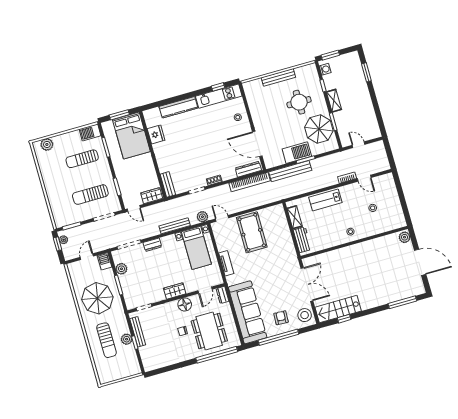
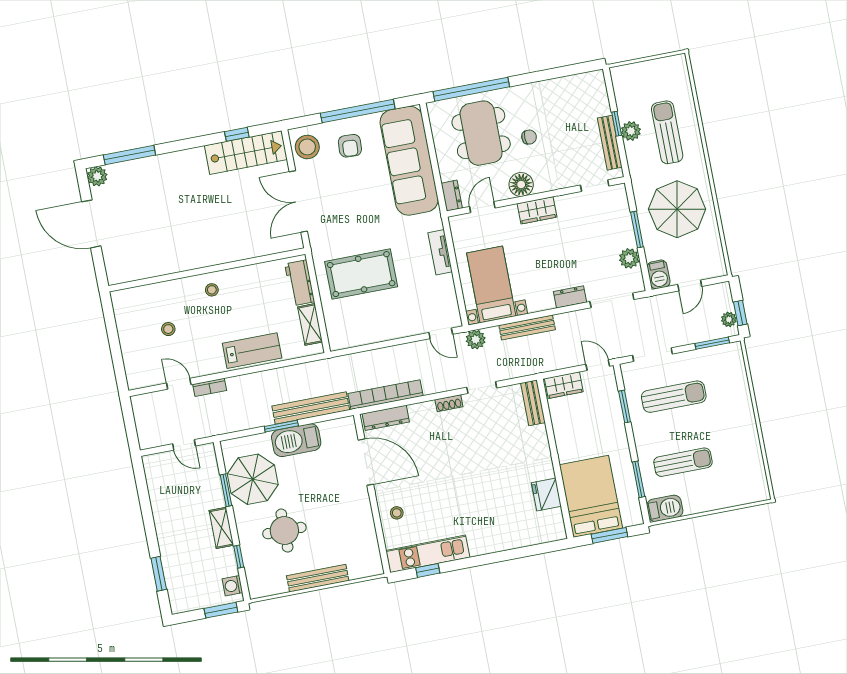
kitchen counter: (178, 107) -> (502, 540), removed
plant: (47, 144) -> (744, 493), removed
pool table: (252, 232) -> (361, 274), moved, turned 90
plant: (404, 237) -> (97, 176), moved

